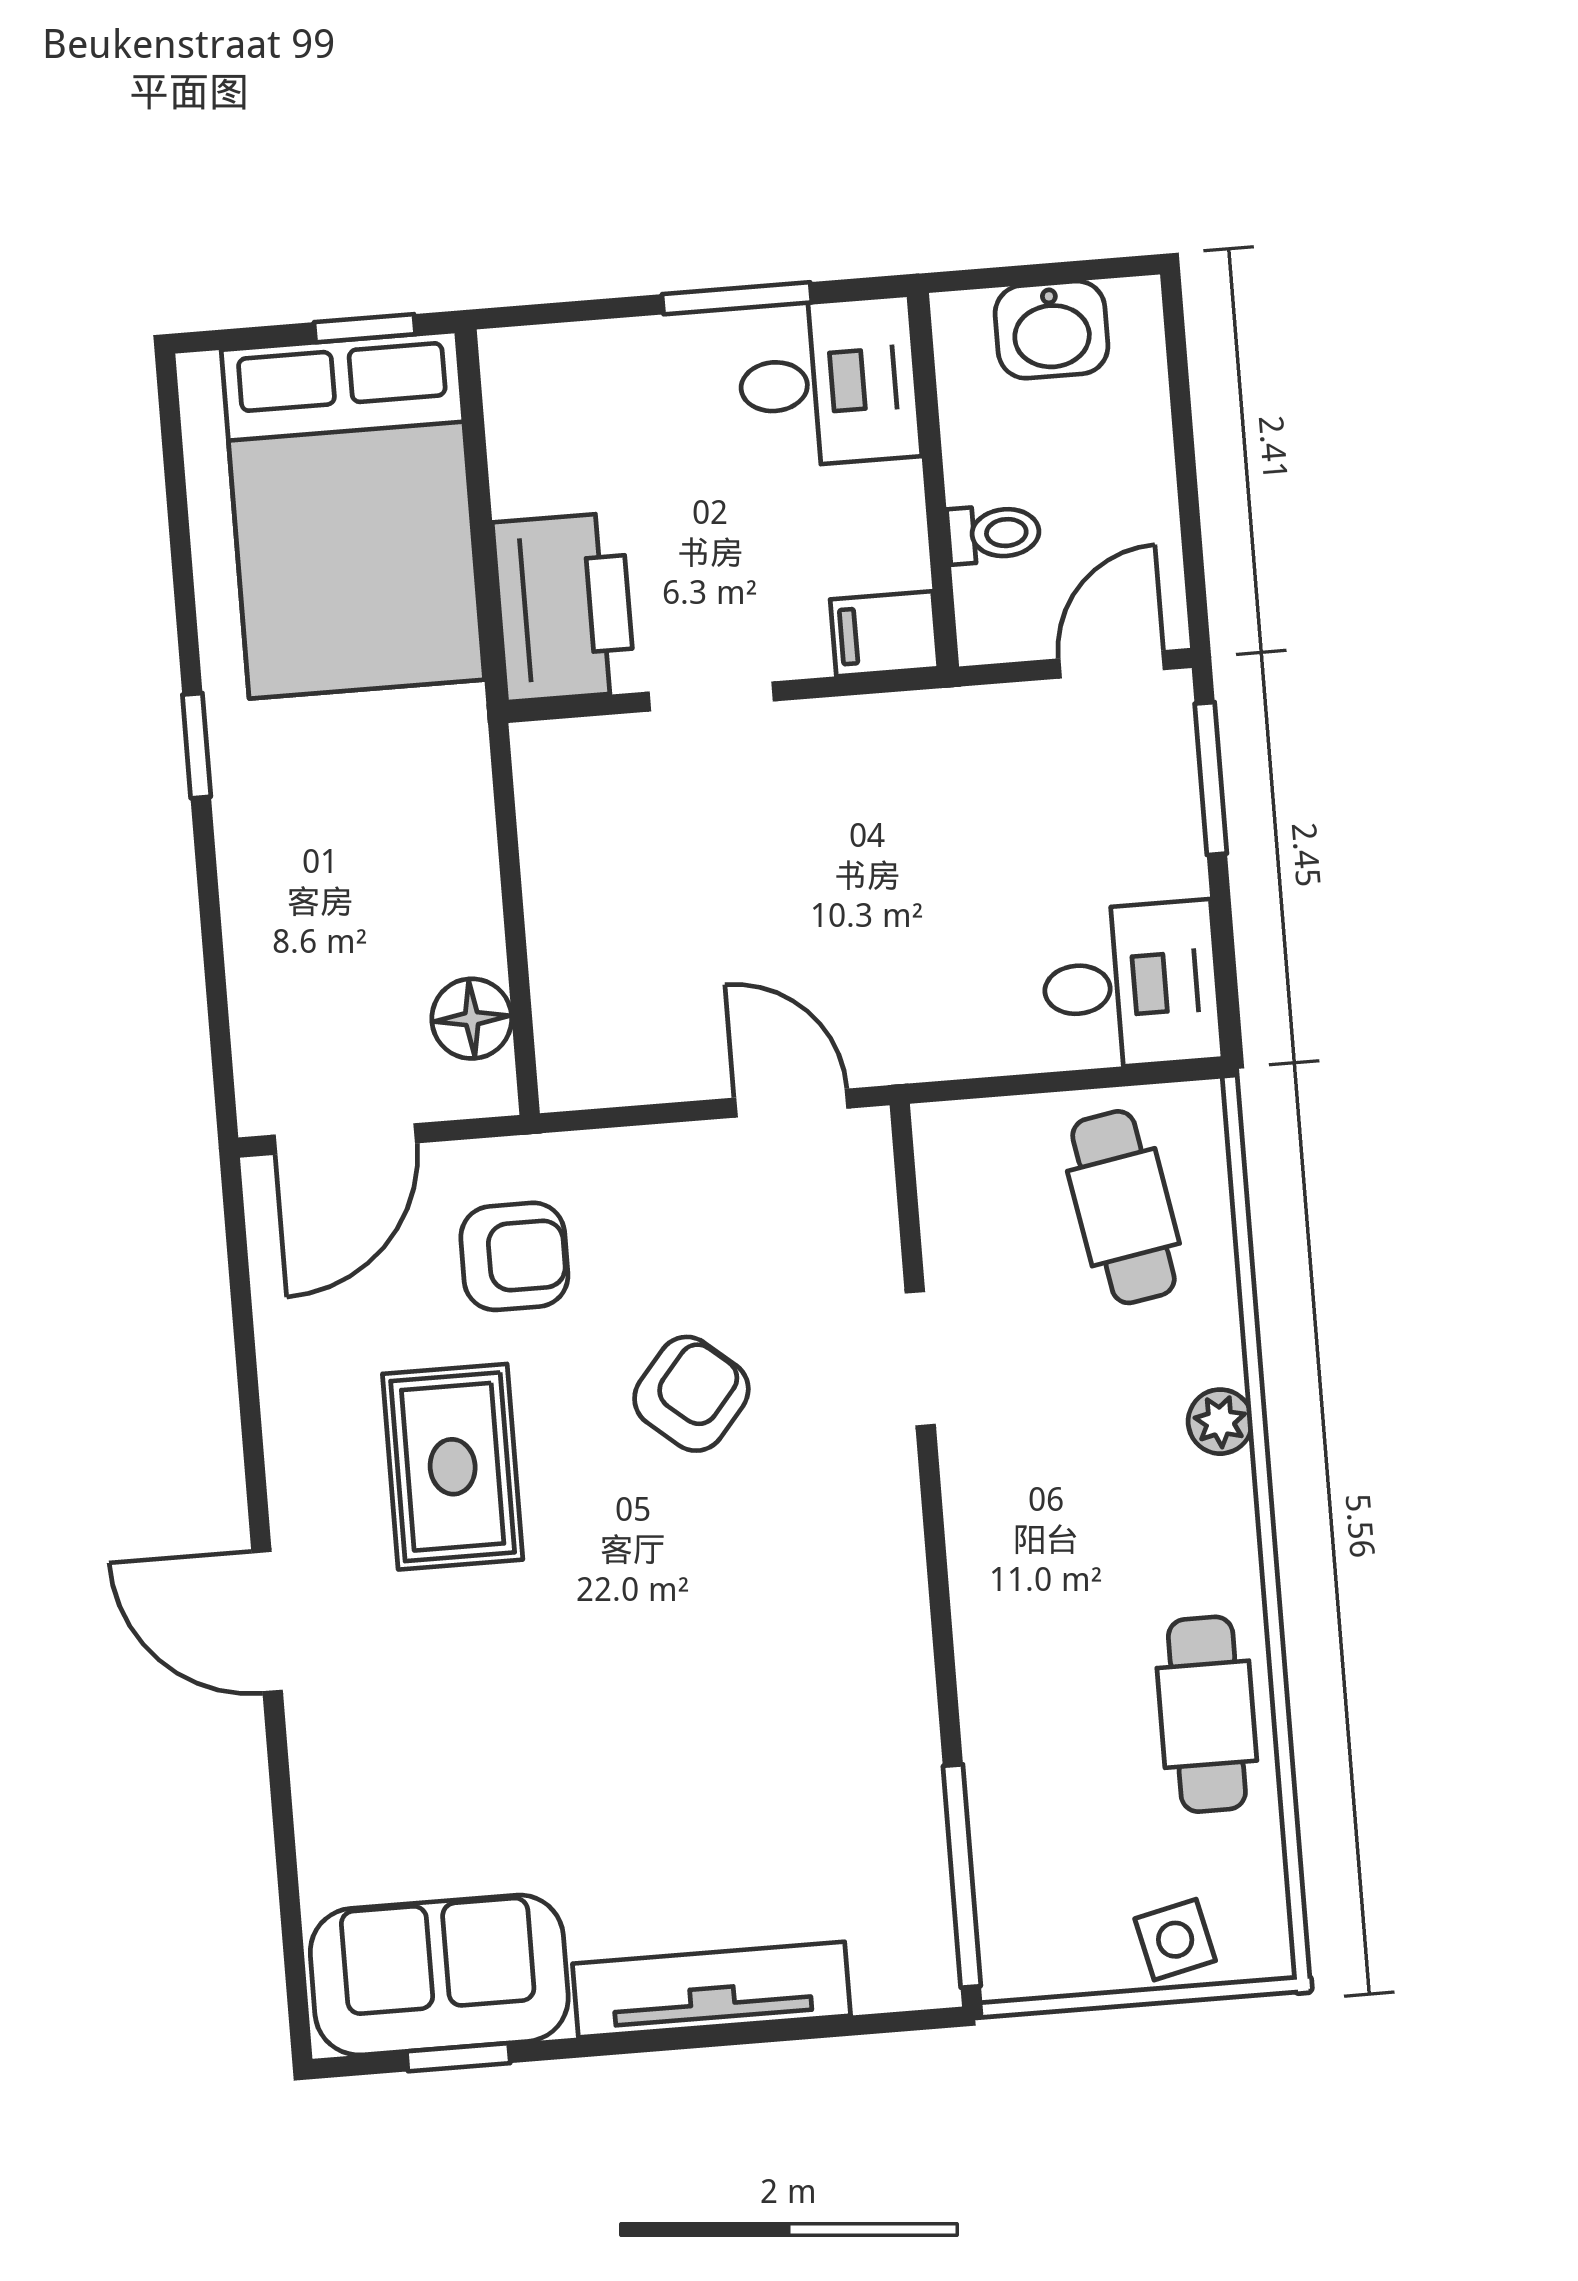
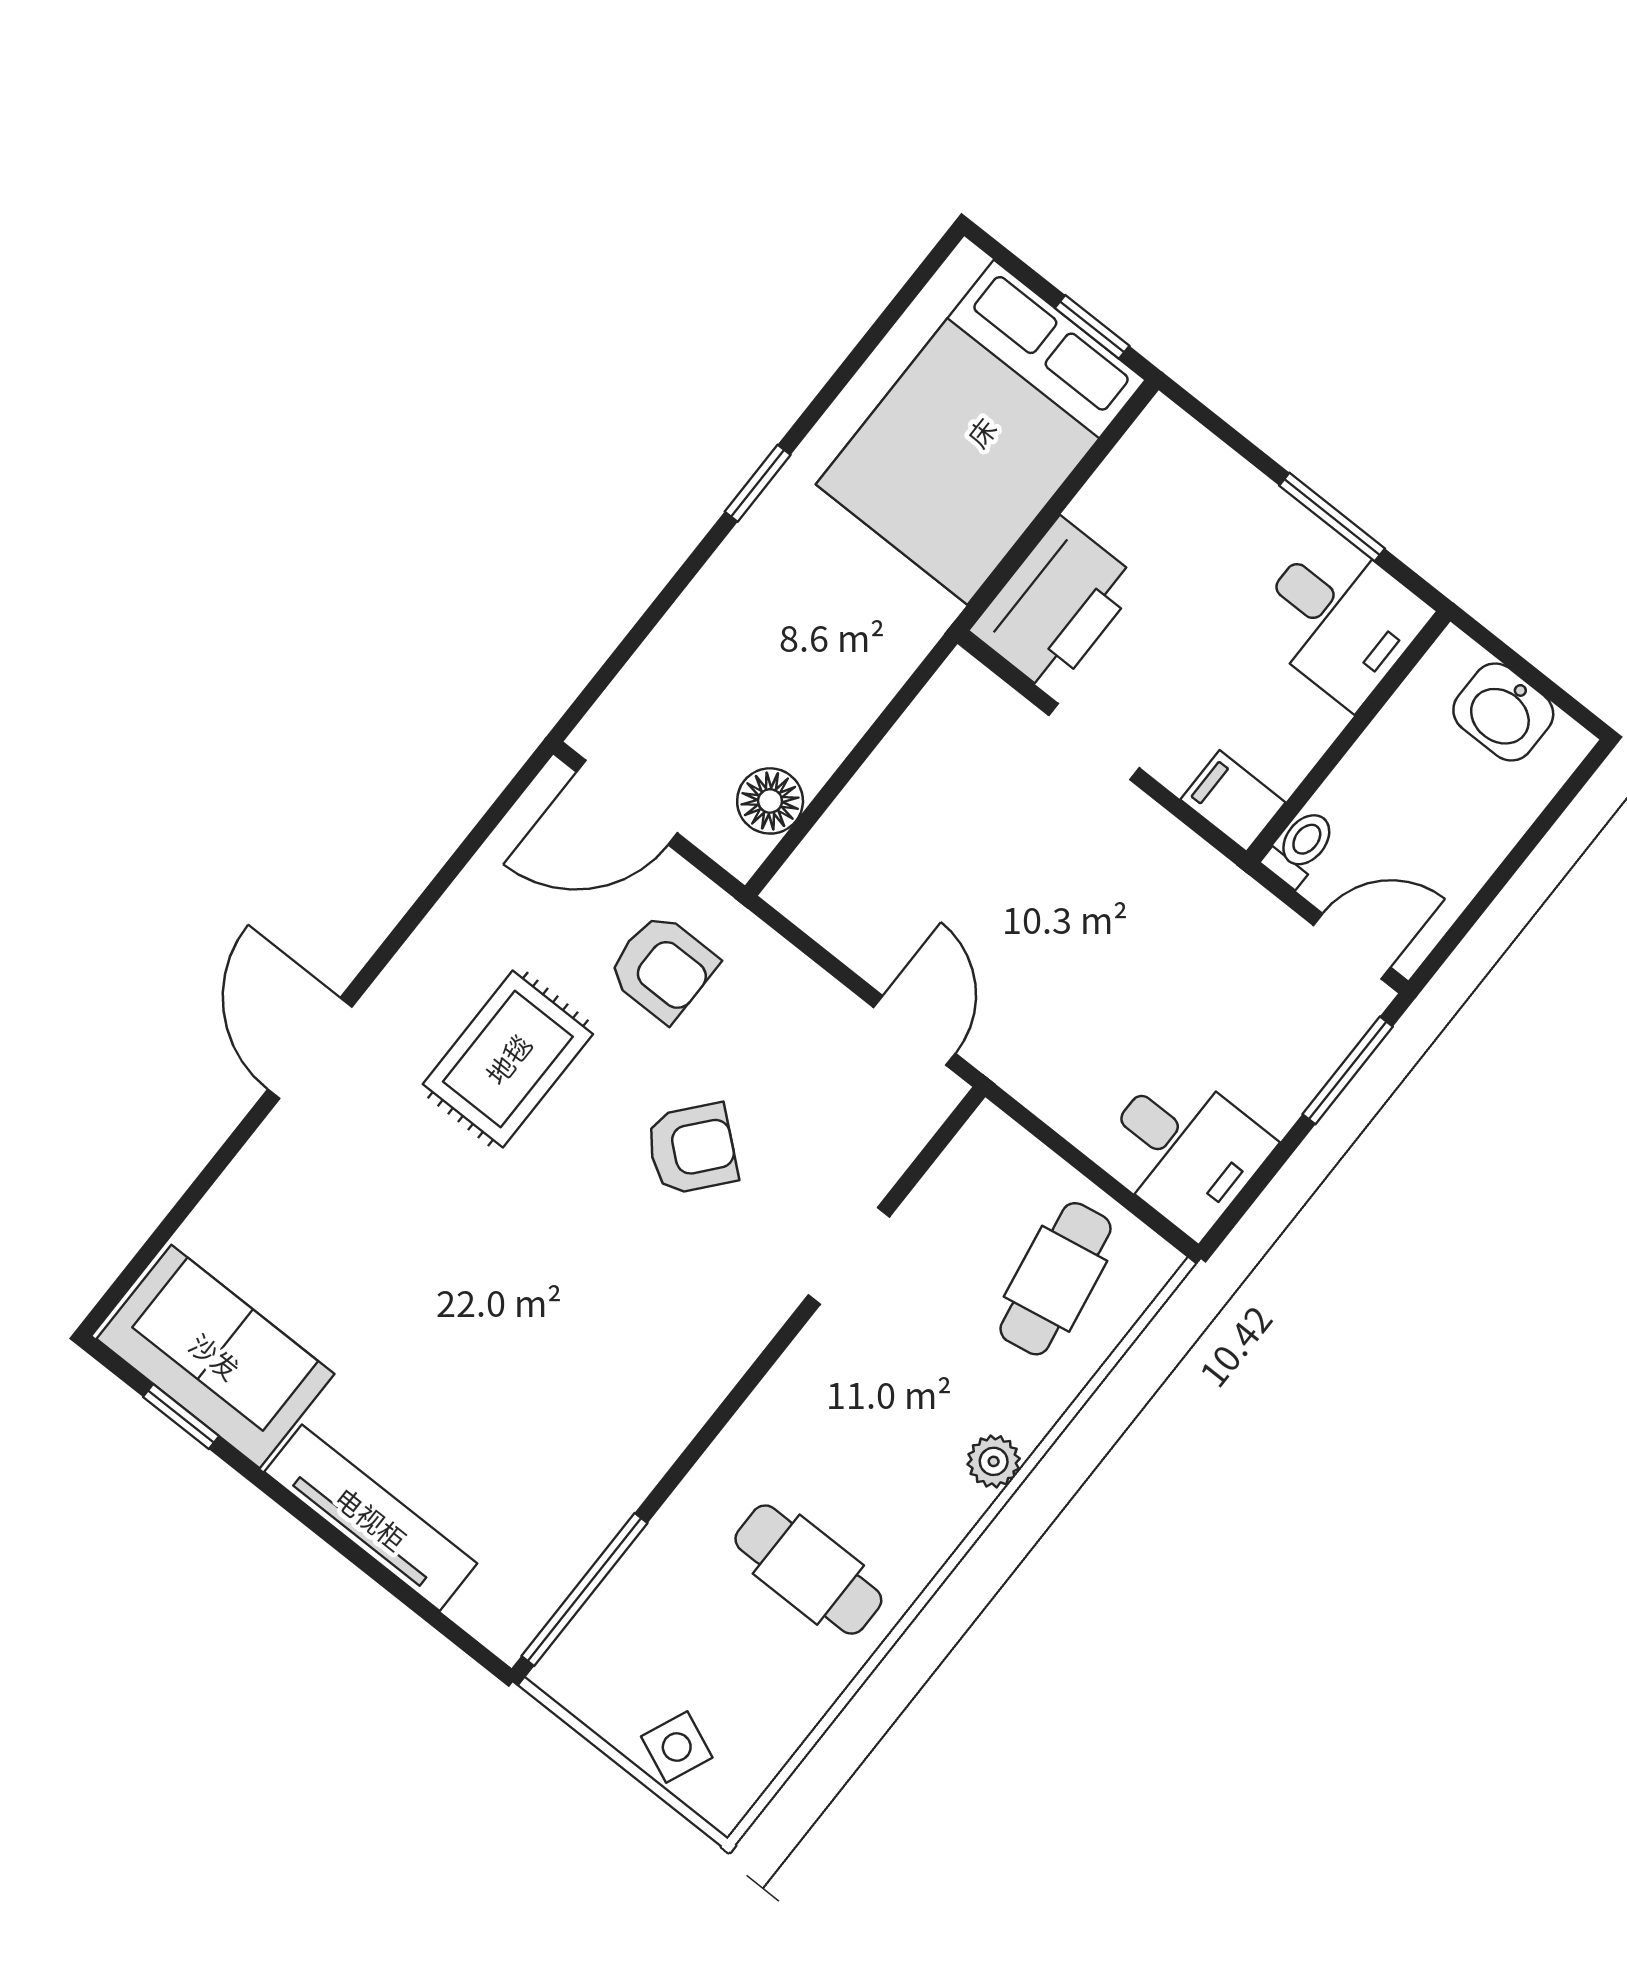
toilet: (994, 534) -> (1300, 847), moved, turned -90
cafe table: (1207, 1714) -> (808, 1570), moved, turned 90
side table: (1175, 1940) -> (677, 1747), turned 36

